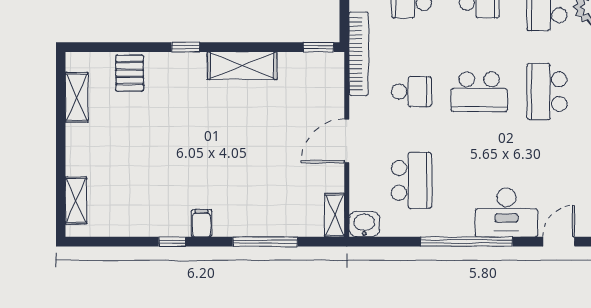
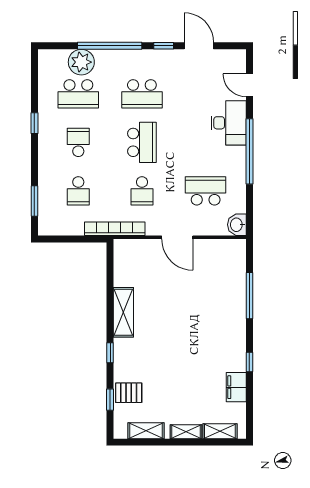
window: (318, 47) -> (110, 400), moved
school desk: (411, 92) -> (142, 191), turned 180
shelving: (335, 215) -> (186, 432), moved
filing cabinet: (202, 223) -> (236, 387), moved, width x2.00

